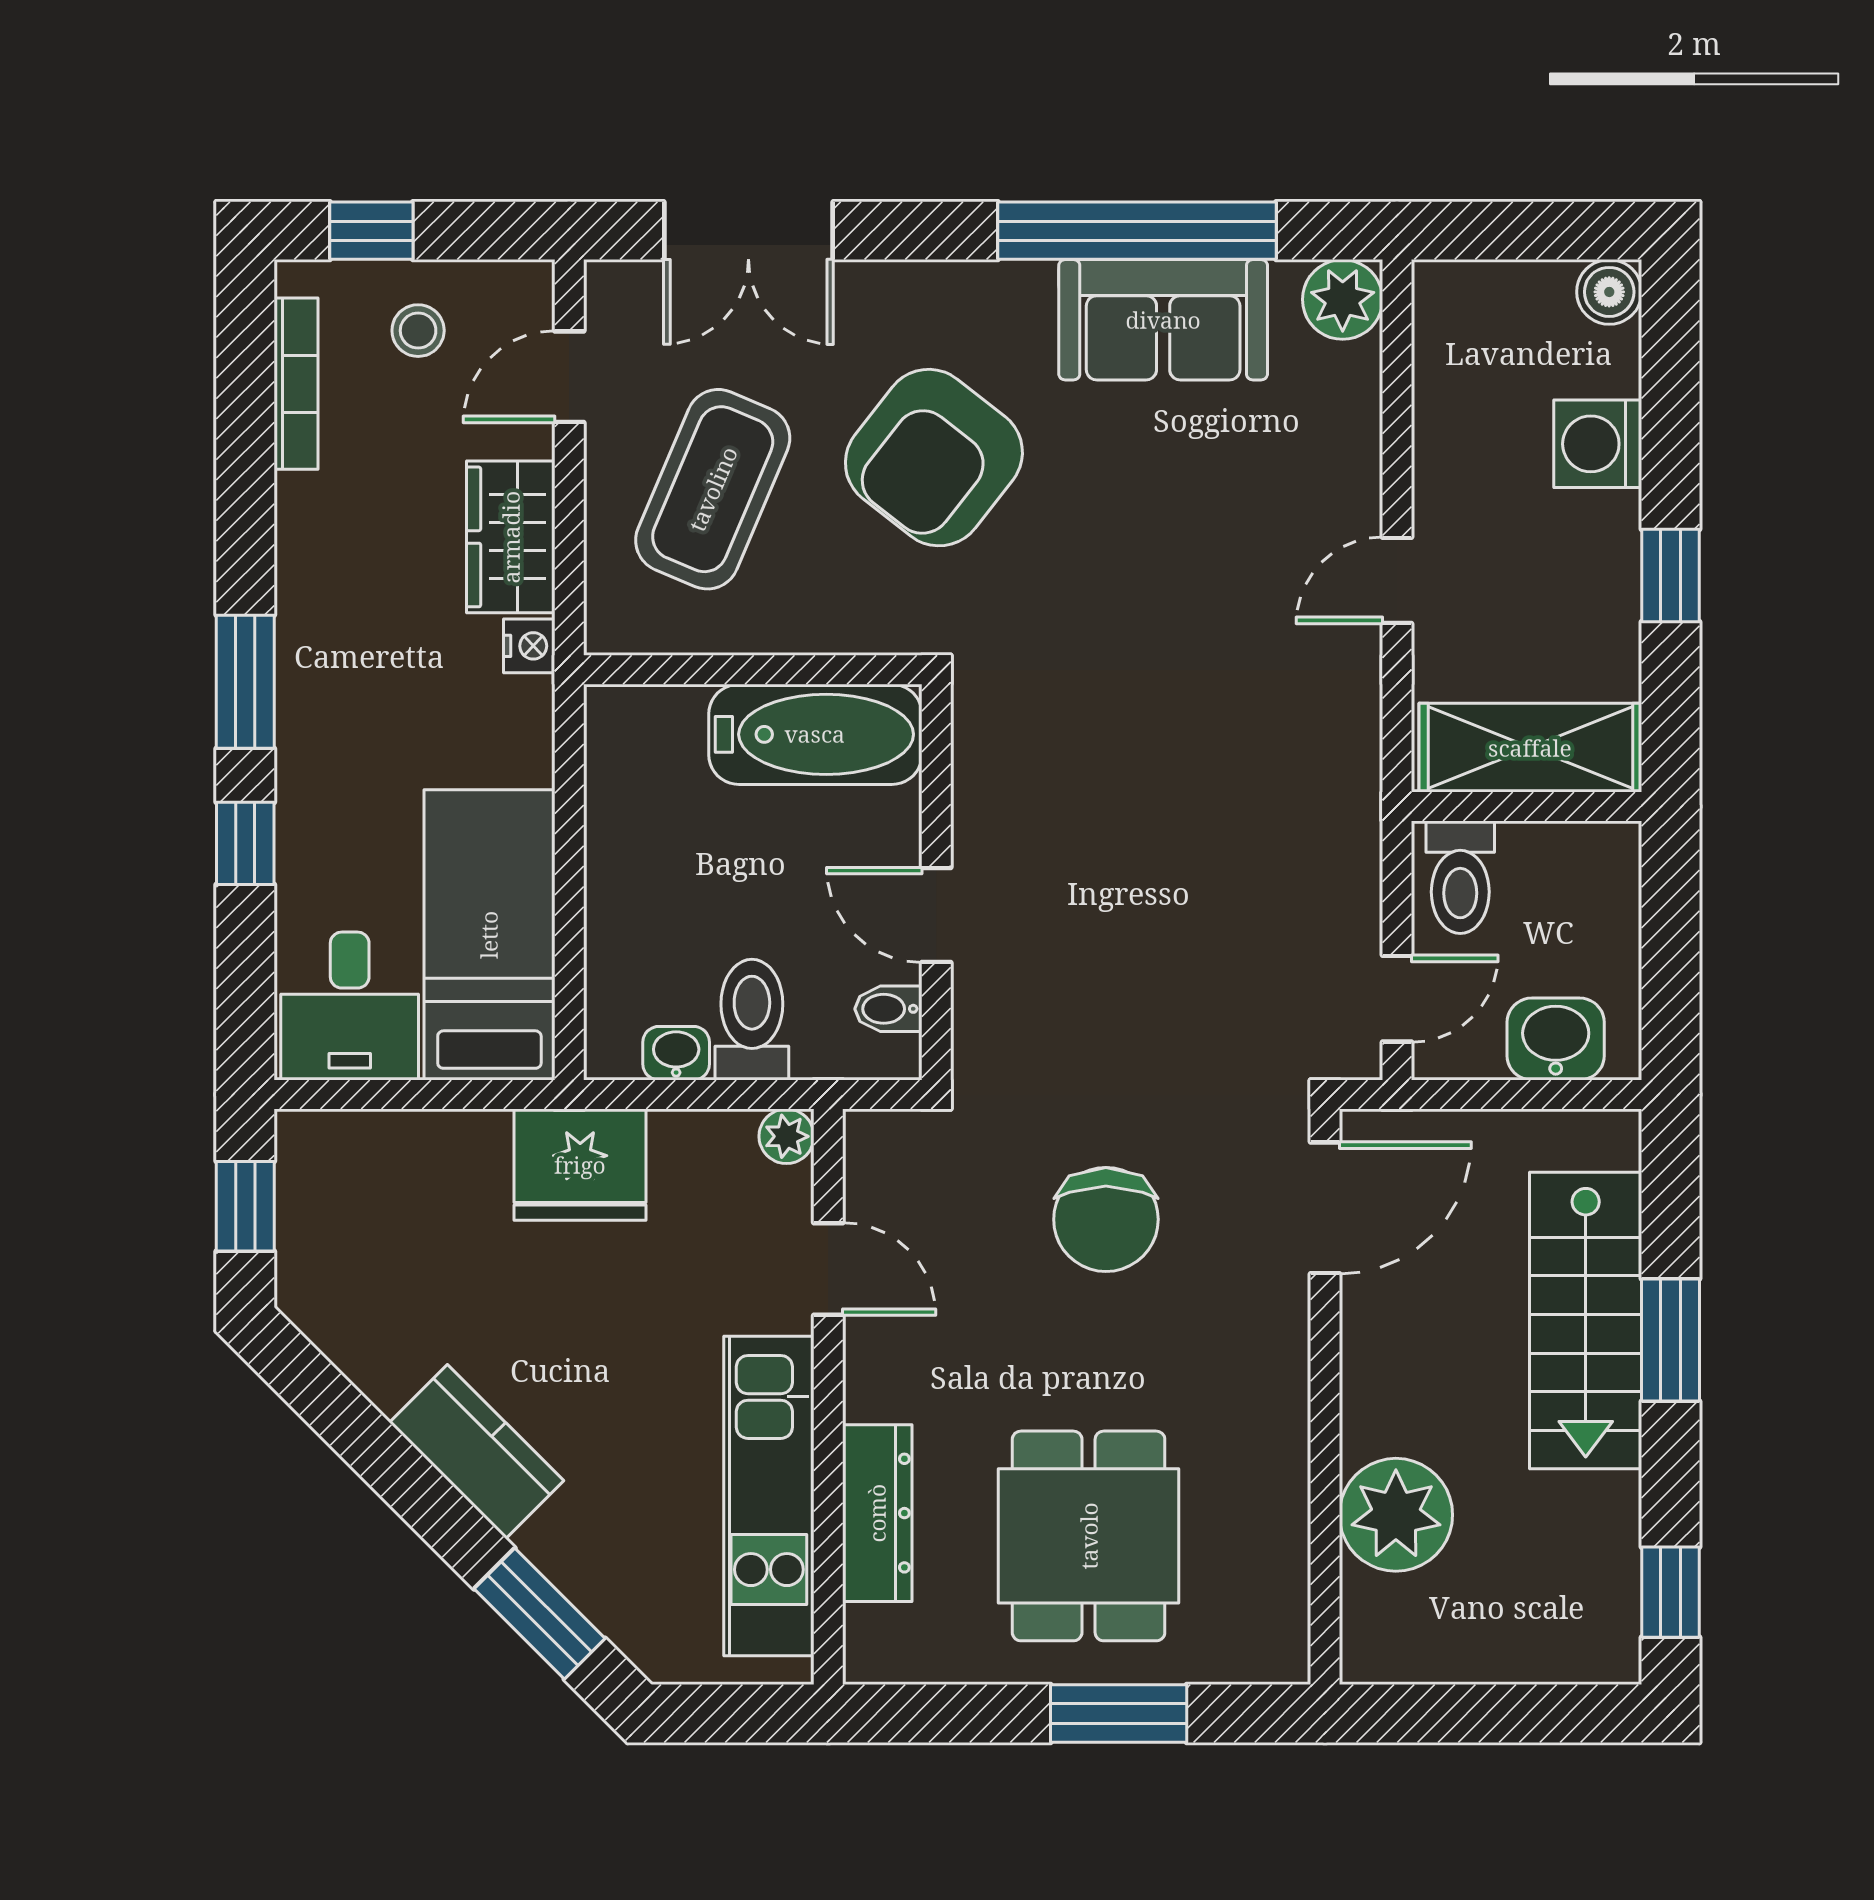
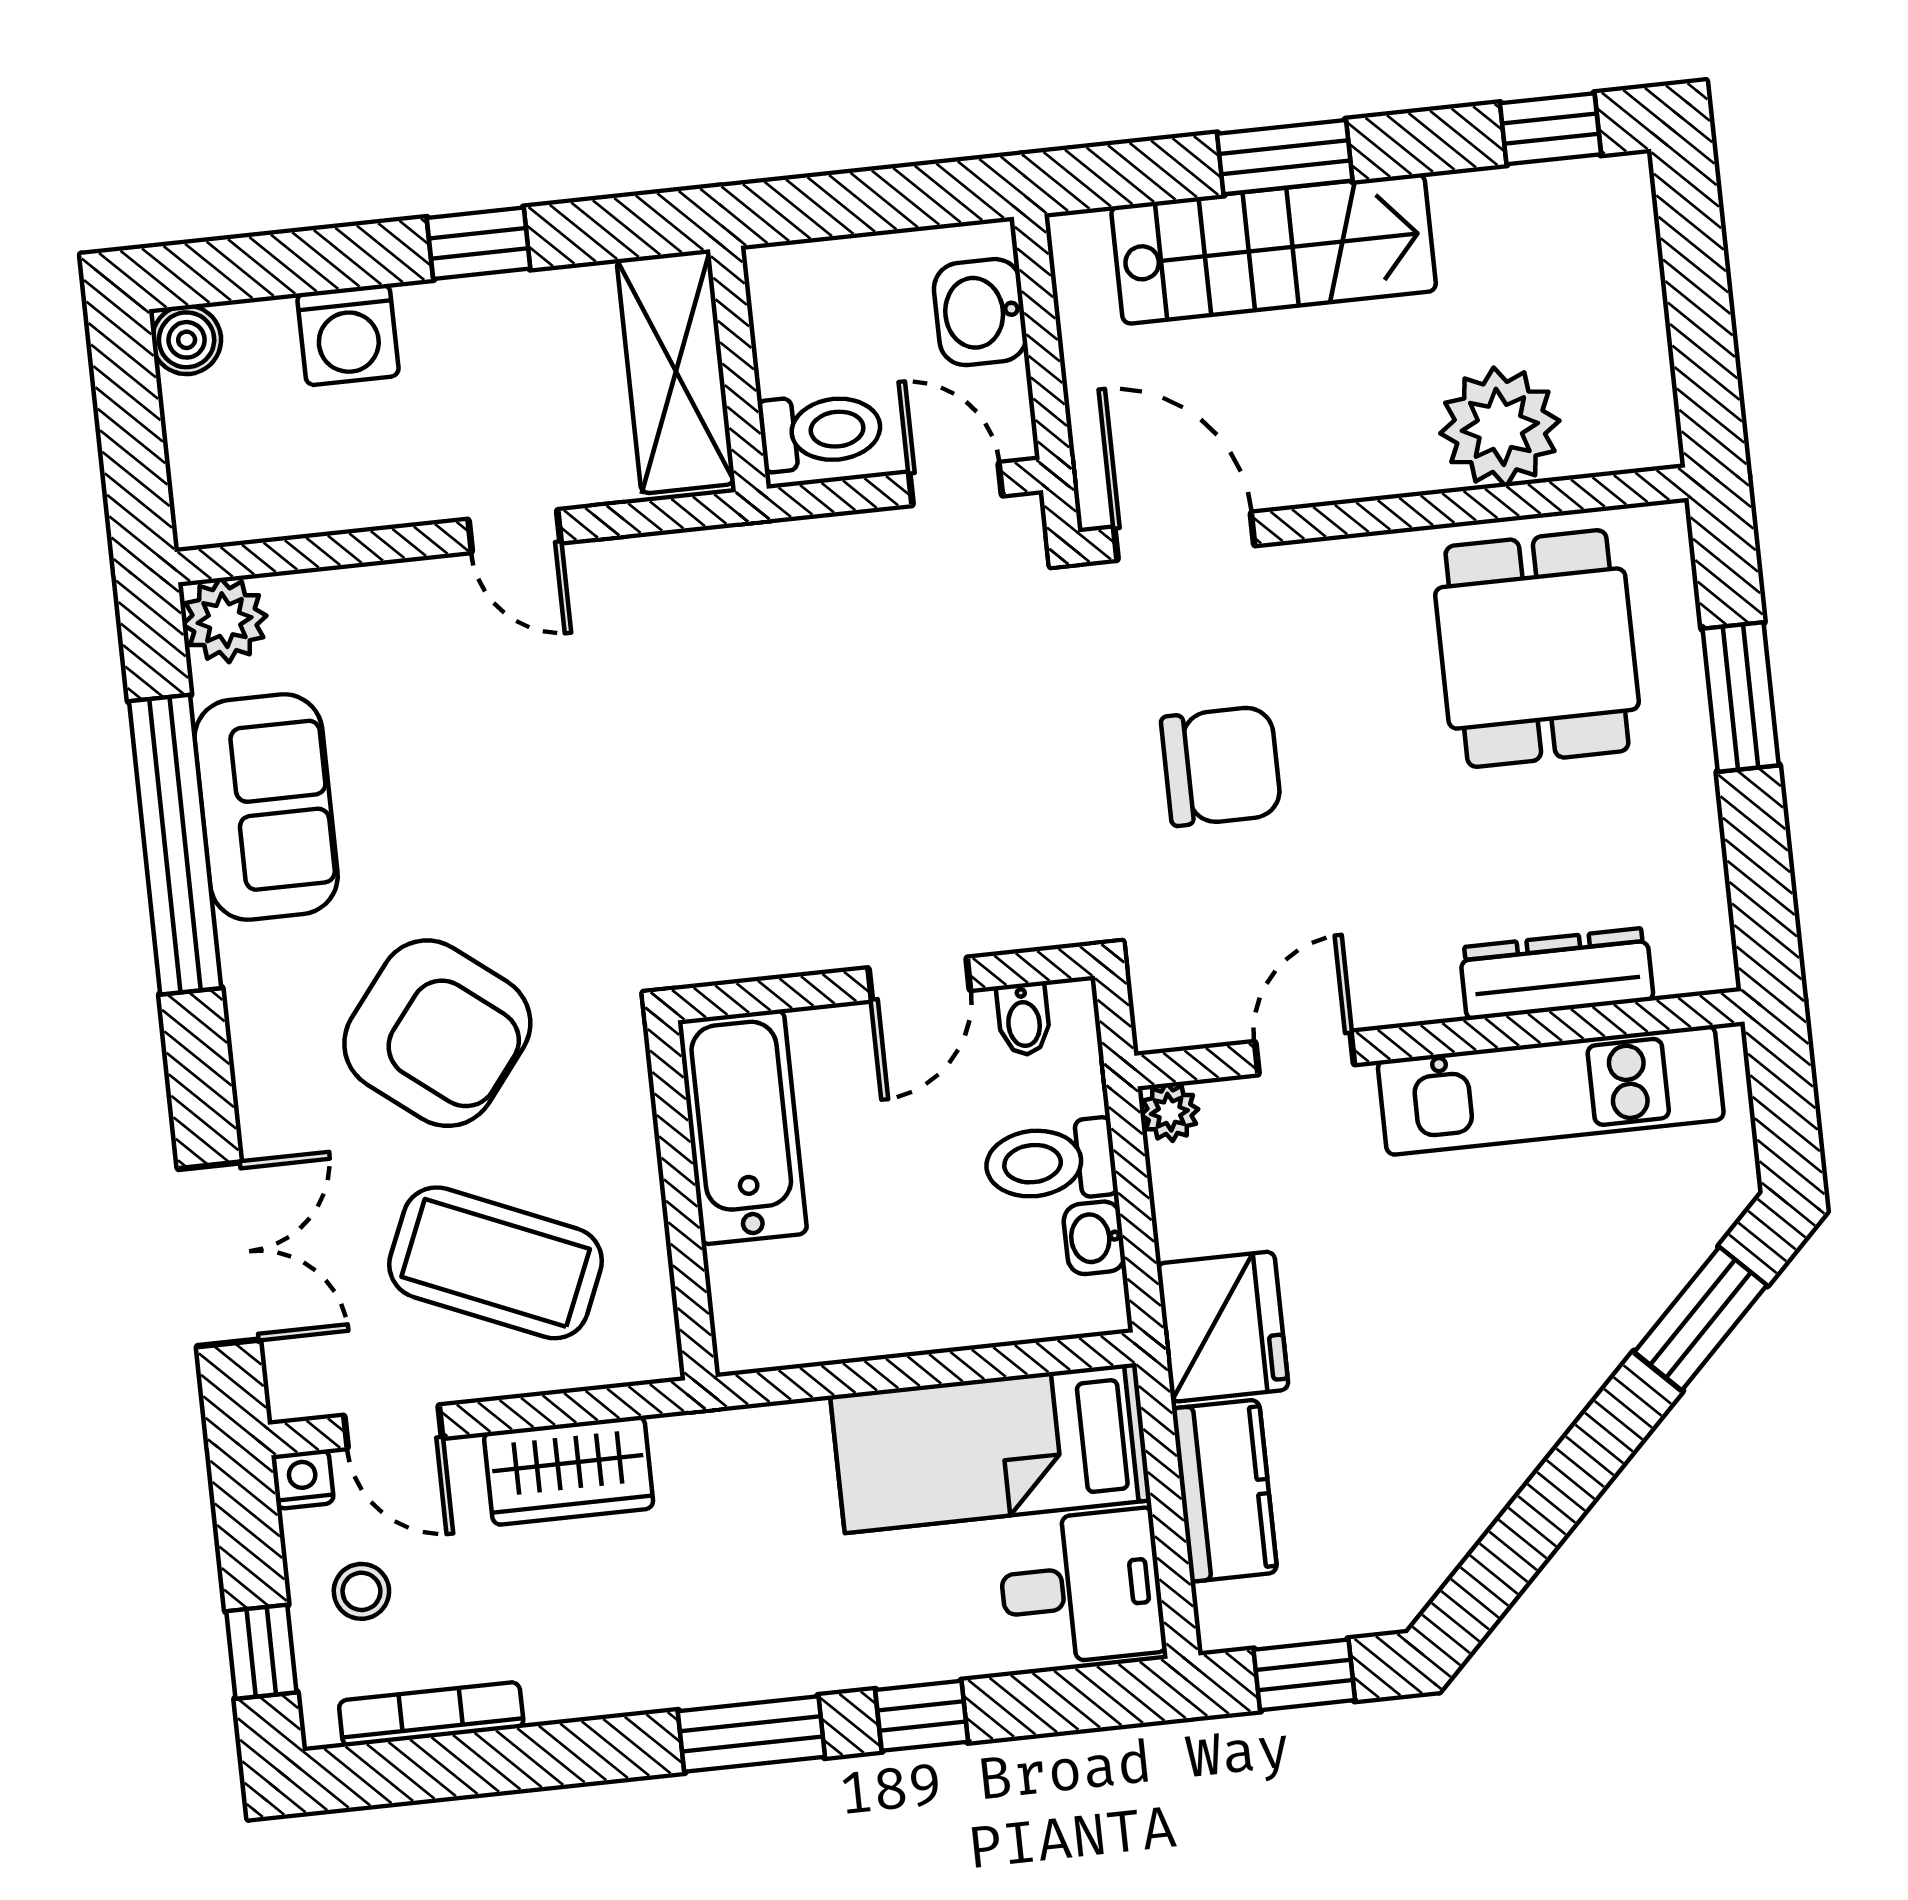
nightstand: (529, 646) -> (303, 1479), moved
kitchen counter: (477, 1452) -> (1225, 1491), moved, turned 135
dining table: (1089, 1536) -> (1537, 649), moved, turned 90

